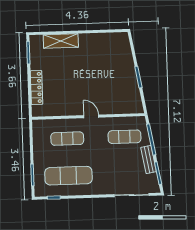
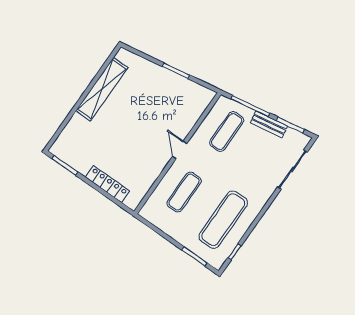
shelving: (61, 41) -> (102, 89), moved, width x1.47
door: (91, 116) -> (180, 150), hinge flipped

